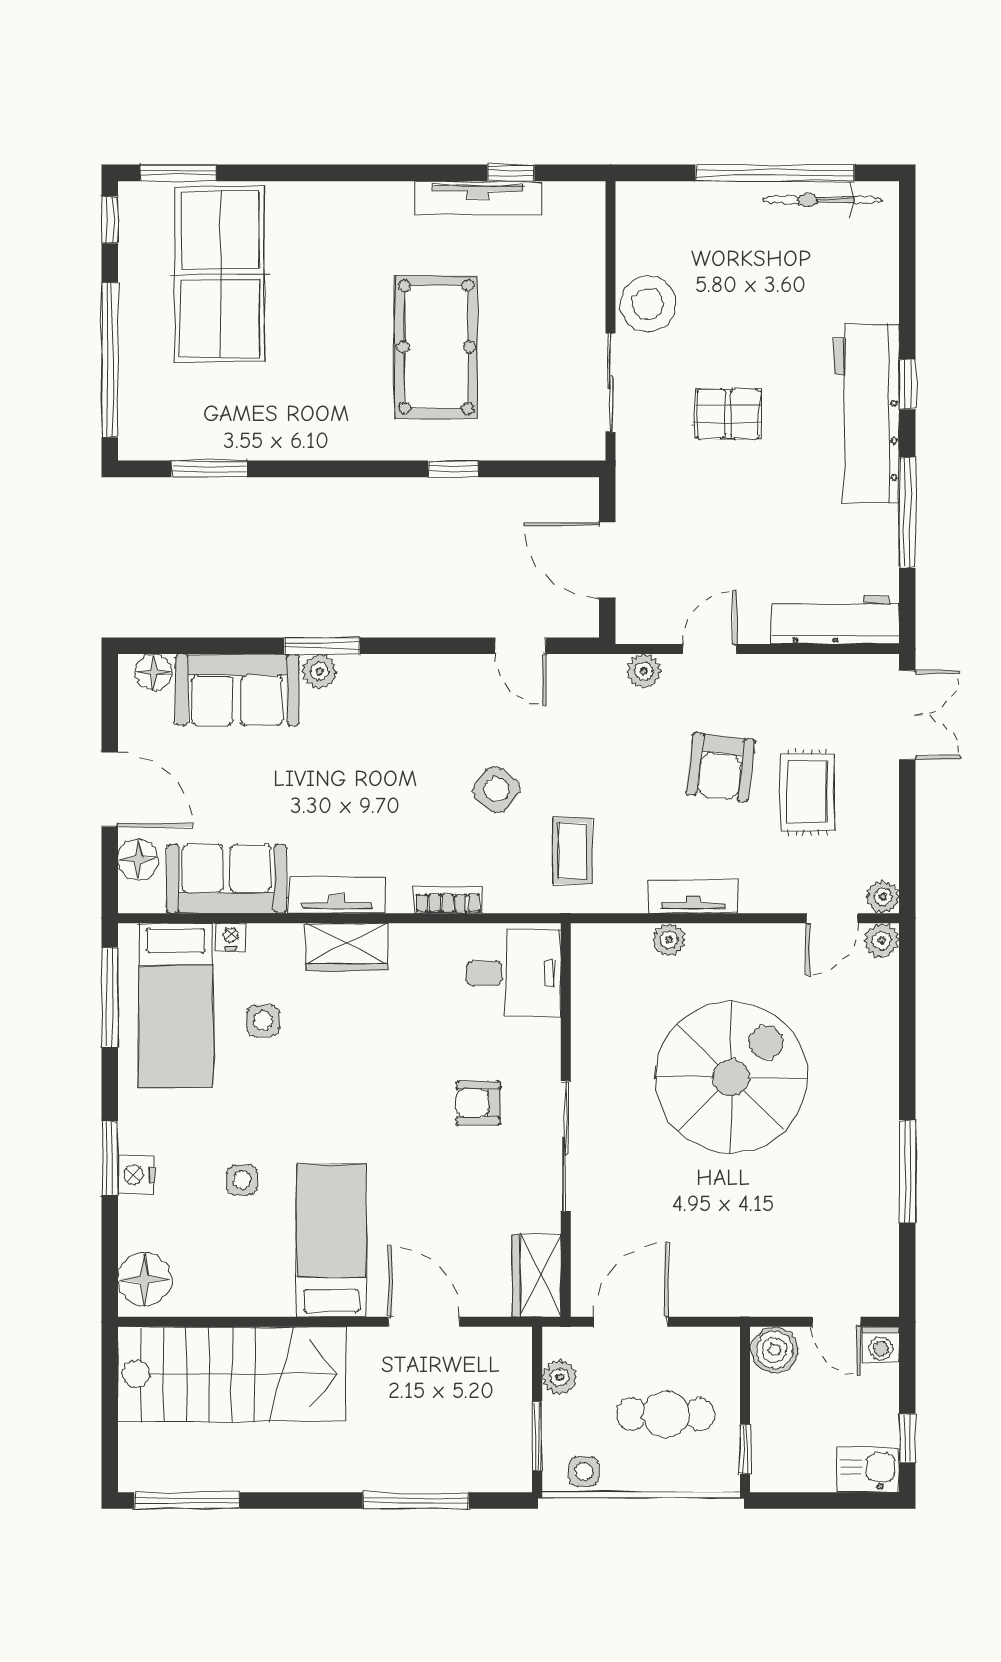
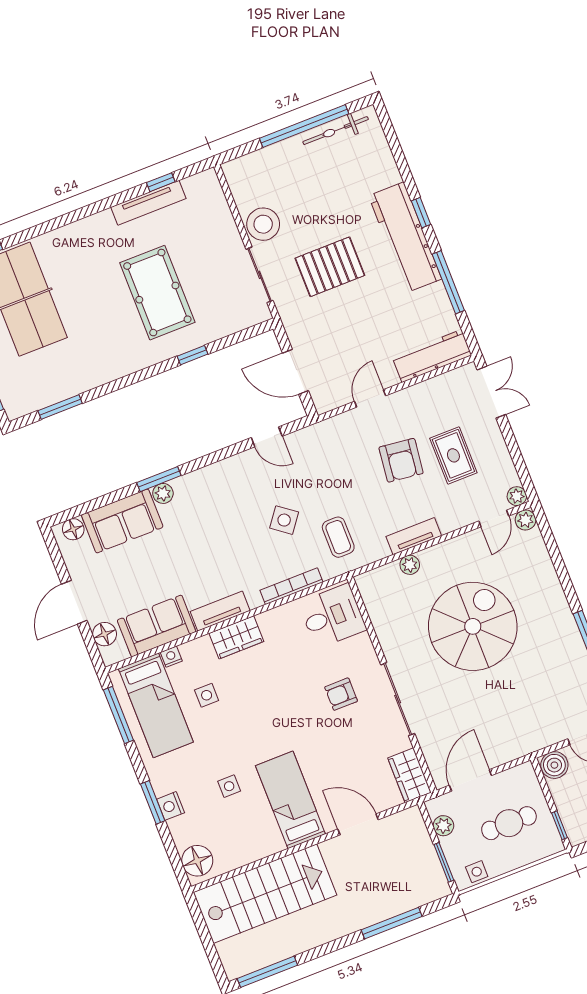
pallet: (728, 414) -> (330, 267), width x1.50, depth x1.42
plant: (644, 671) -> (339, 424), removed
door: (110, 790) -> (74, 602), swing flipped
bookcase: (448, 900) -> (291, 586), width x1.56

